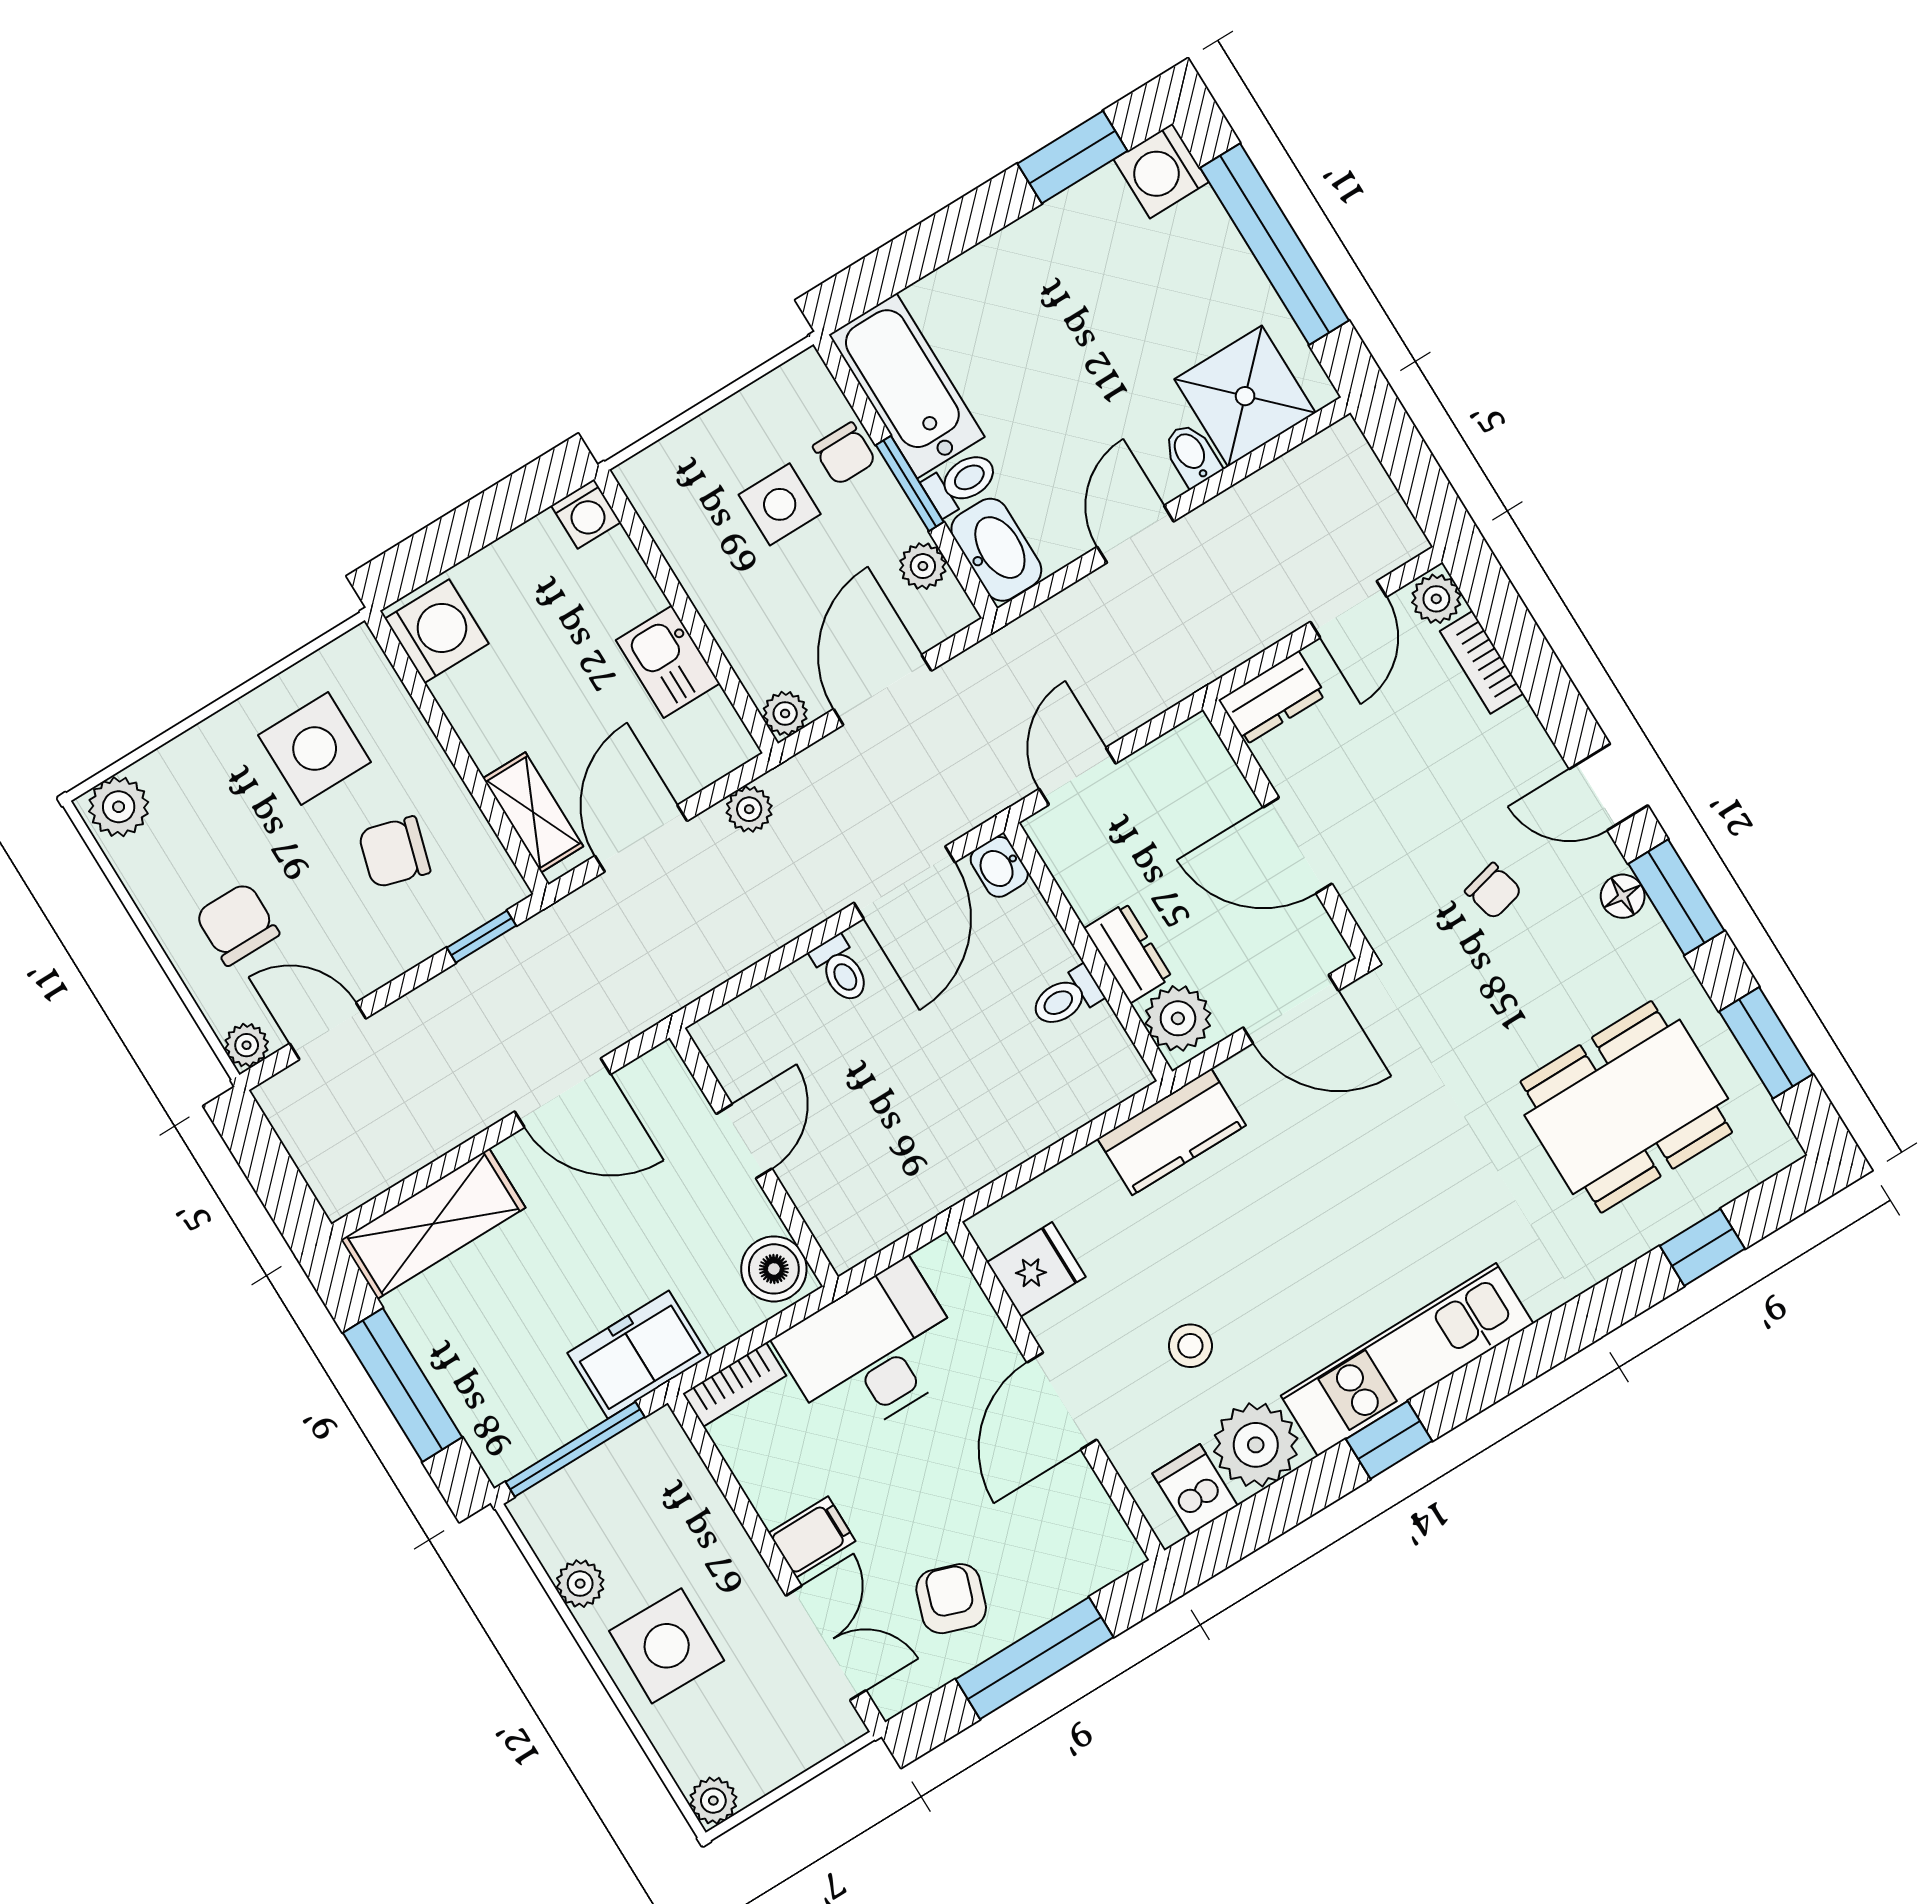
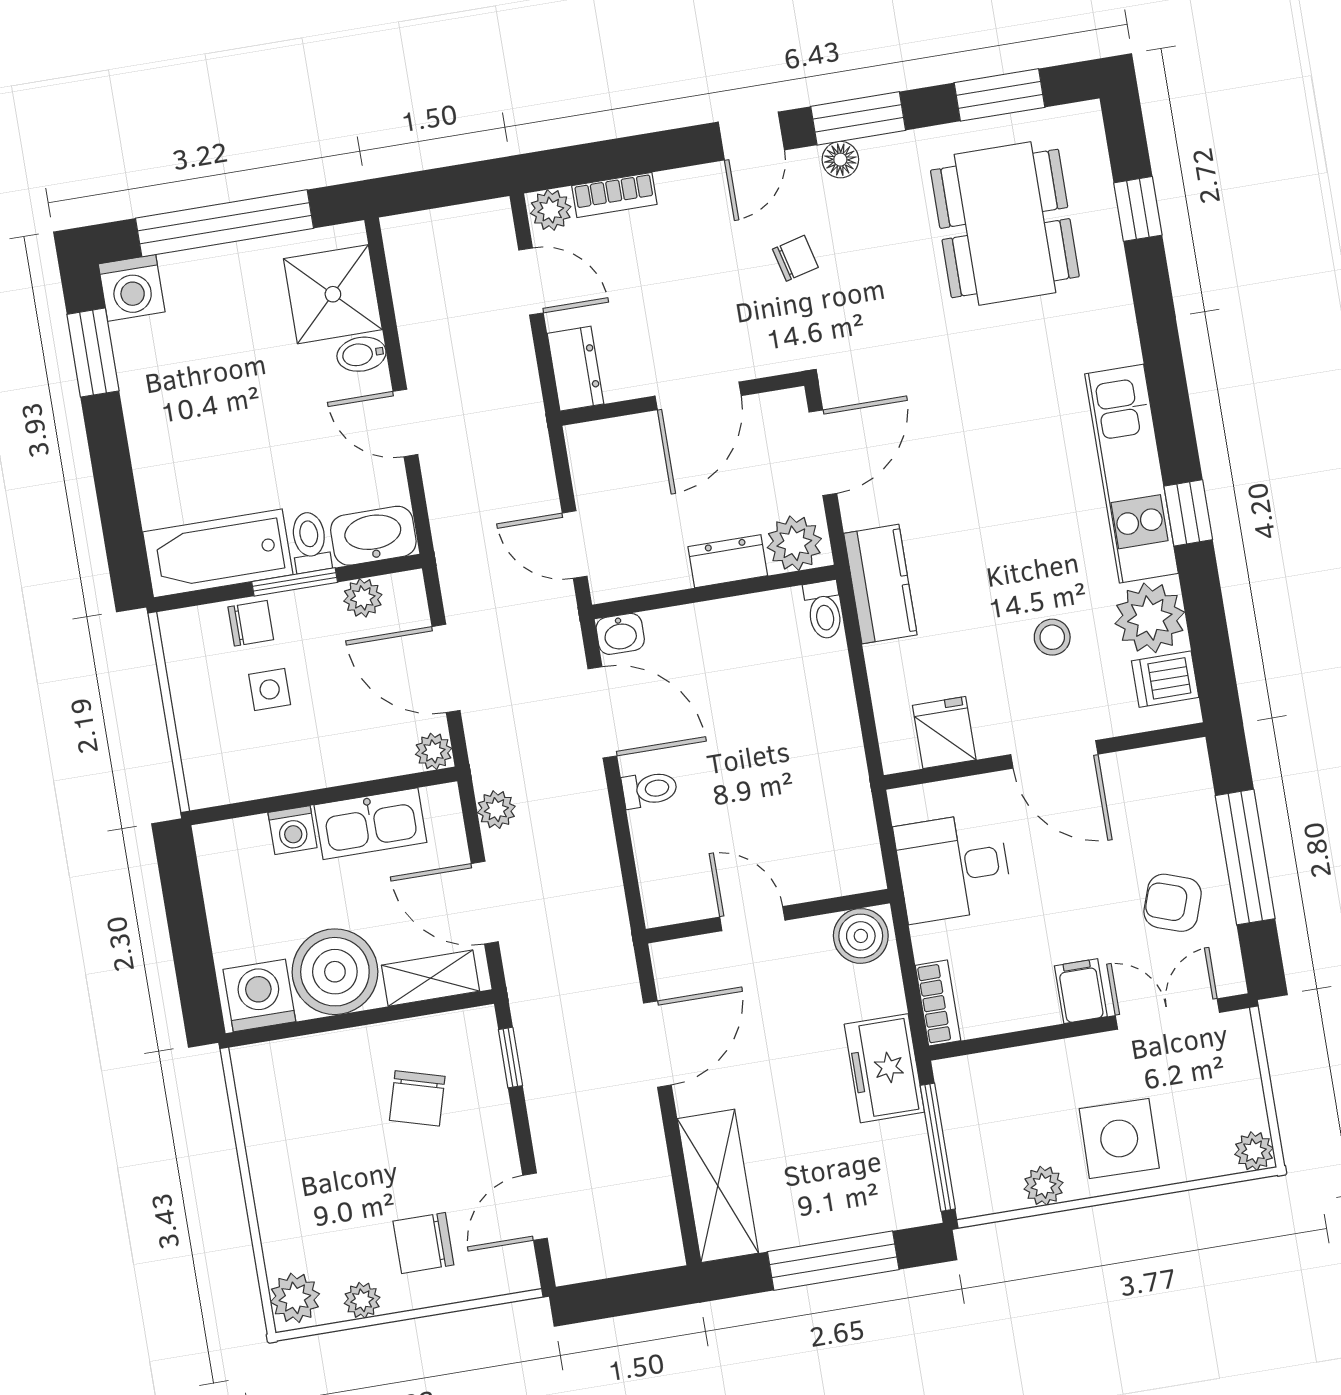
side table: (780, 504) -> (270, 689), width x0.73, depth x0.73
washing machine: (586, 514) -> (293, 830), moved, turned 90
kitchen sink: (668, 662) -> (370, 824), width x1.38
boiler: (497, 704) -> (335, 972), added
side table: (315, 749) -> (312, 1127), removed
toilet: (1066, 998) -> (824, 610), moved
plant: (247, 1045) -> (362, 1300), moved
desk: (873, 1352) -> (953, 867), width x0.73

